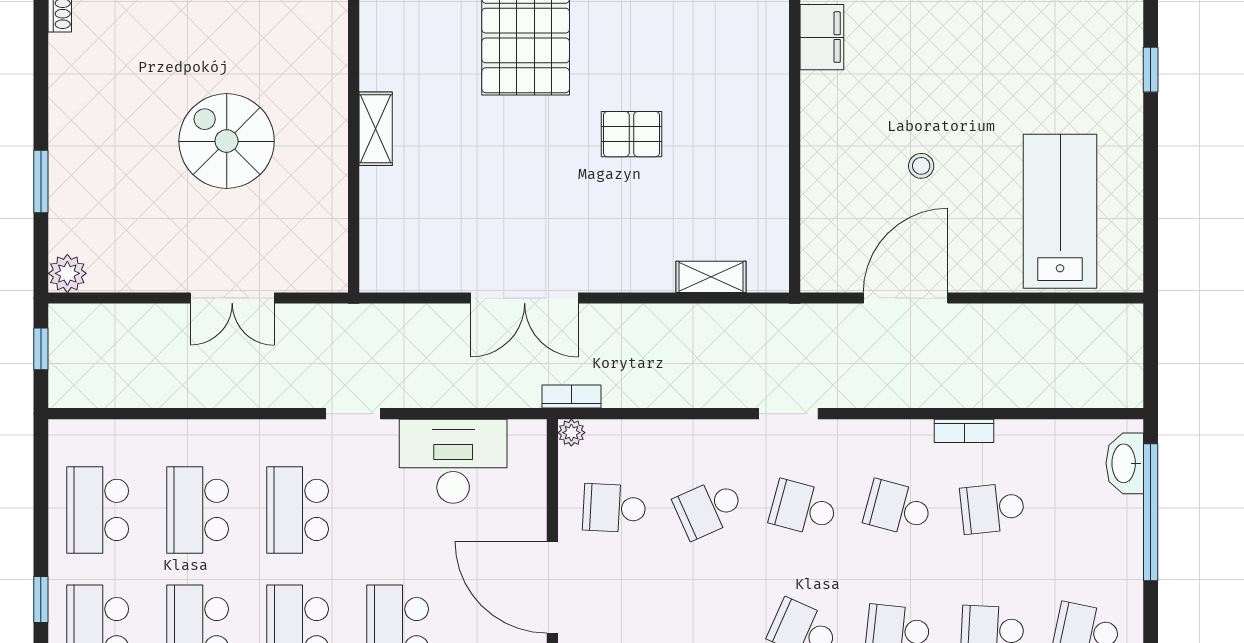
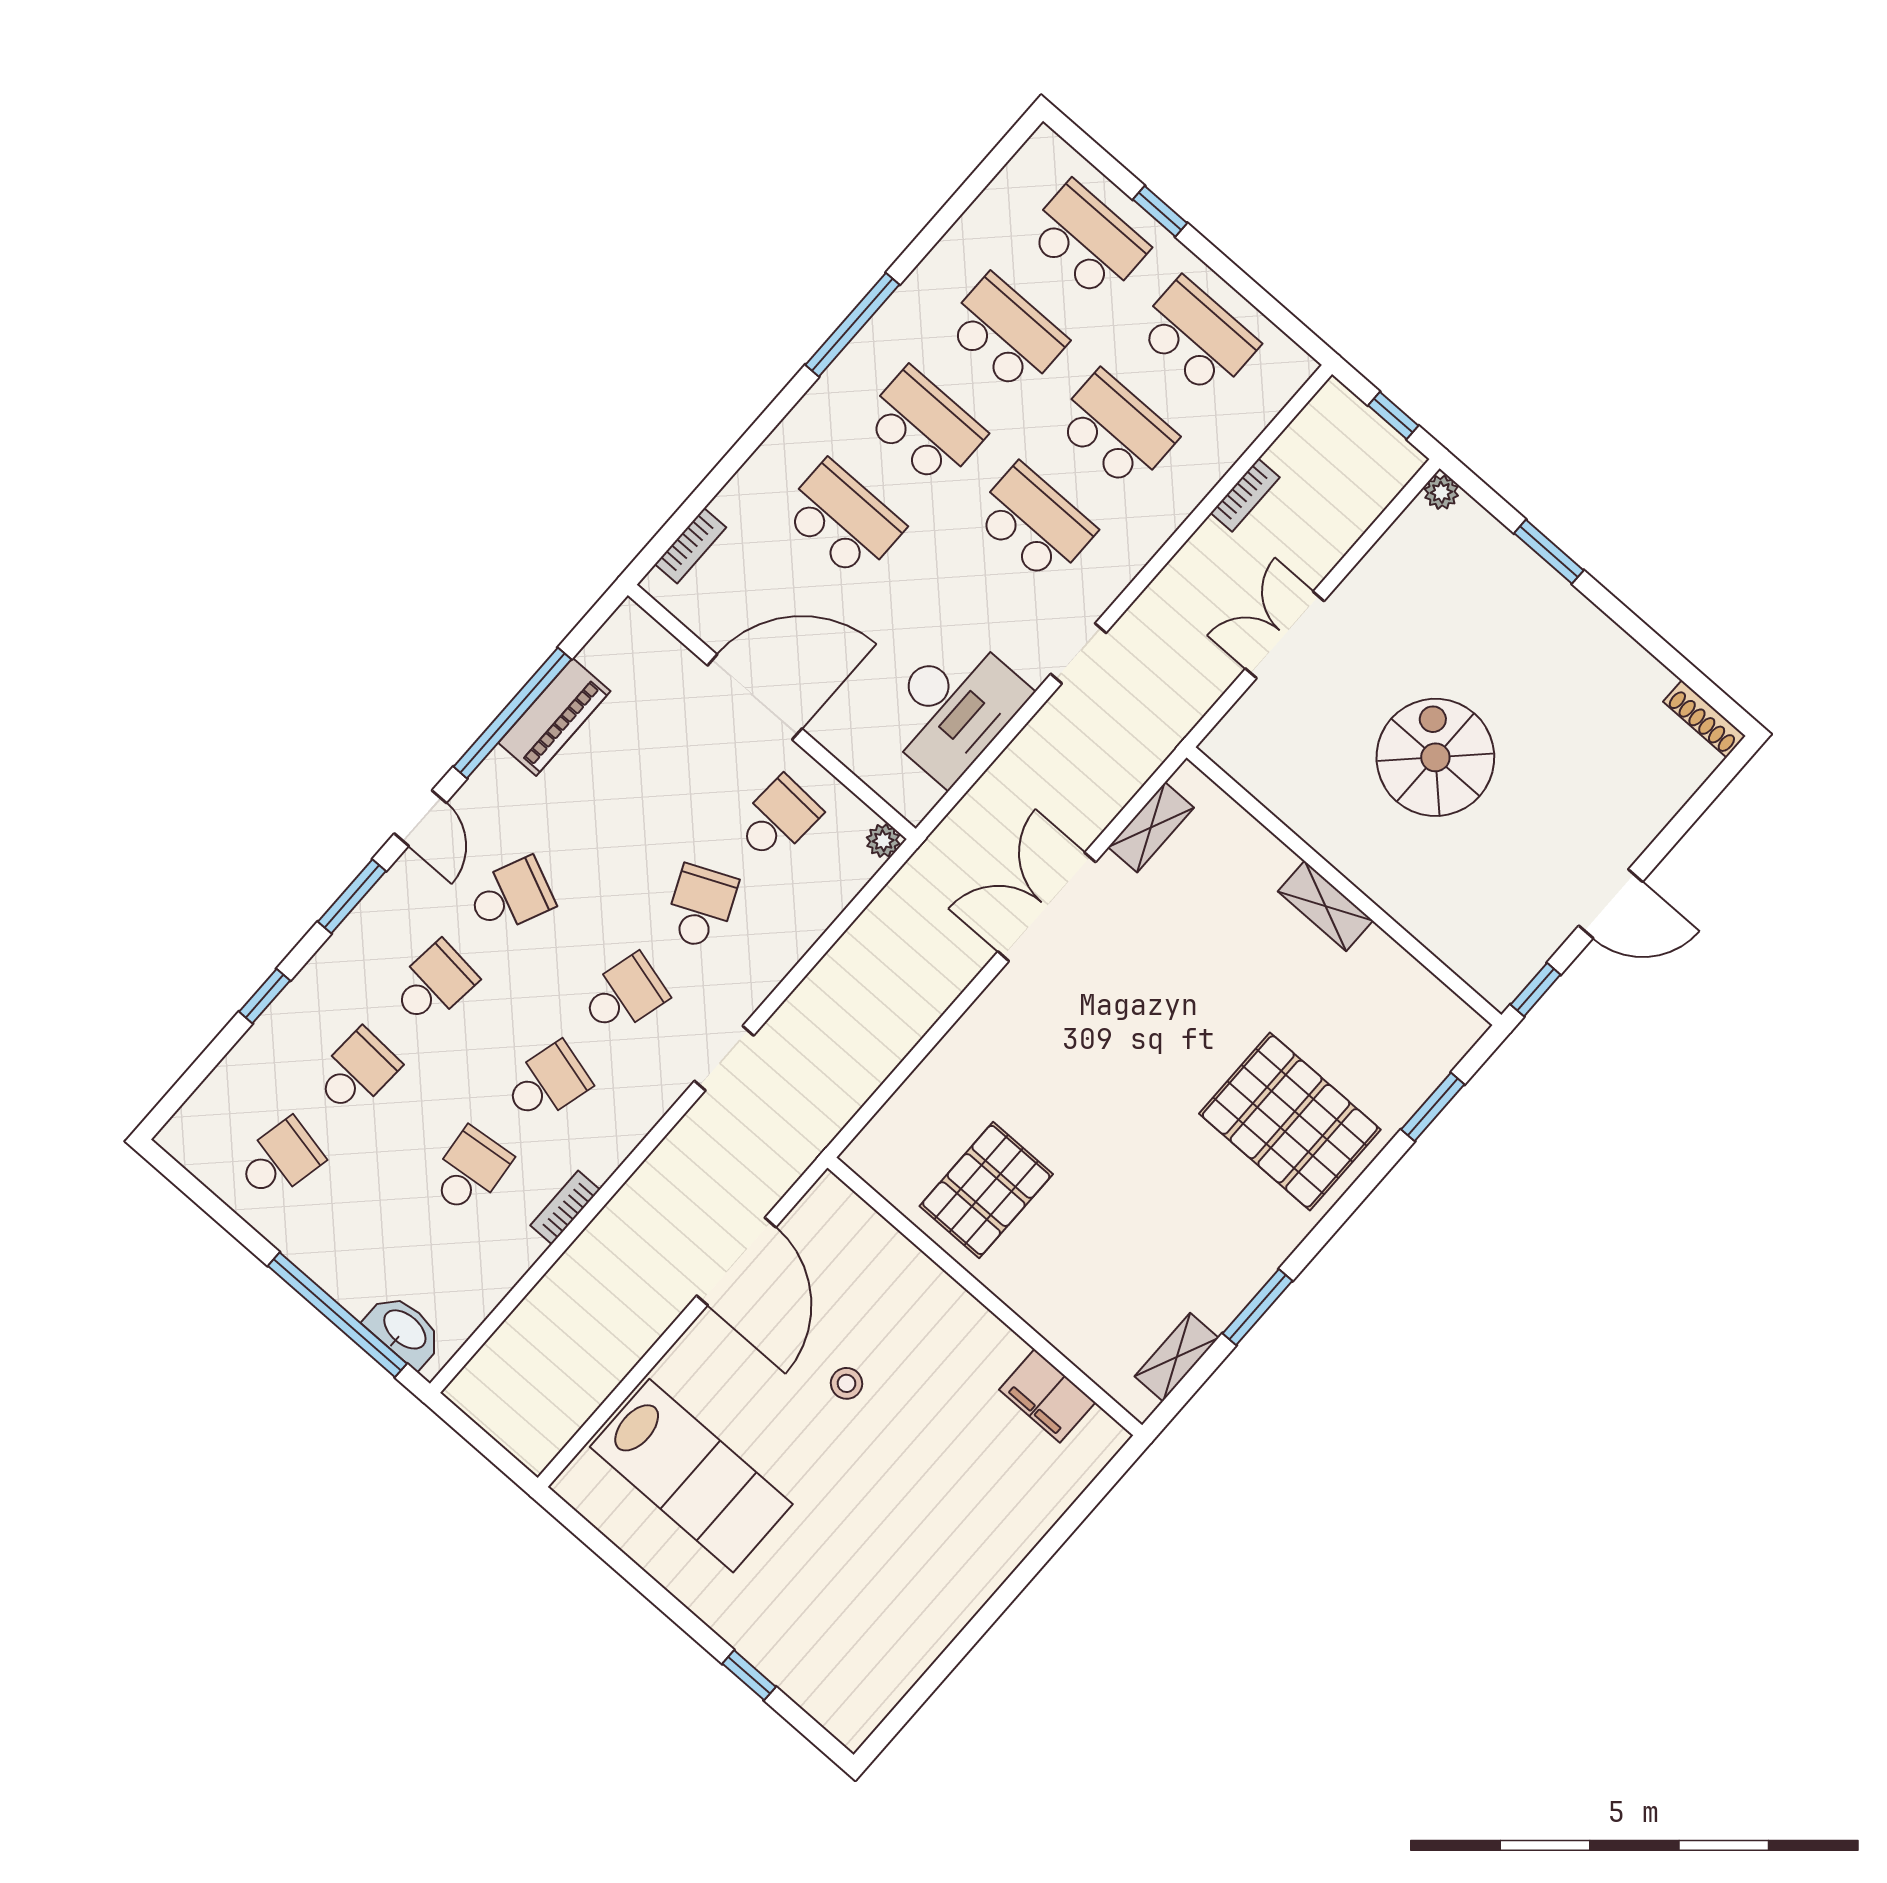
pallet: (632, 134) -> (986, 1190), moved, width x1.50, depth x1.42
spiral stairs: (227, 141) -> (1435, 757), turned -90
plant: (67, 273) -> (1441, 492), width x0.73, depth x0.73
shelving: (711, 277) -> (1151, 827), moved
bookcase: (571, 396) -> (1245, 495), moved

